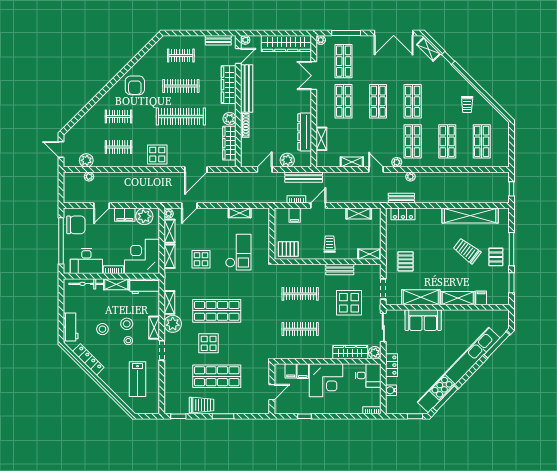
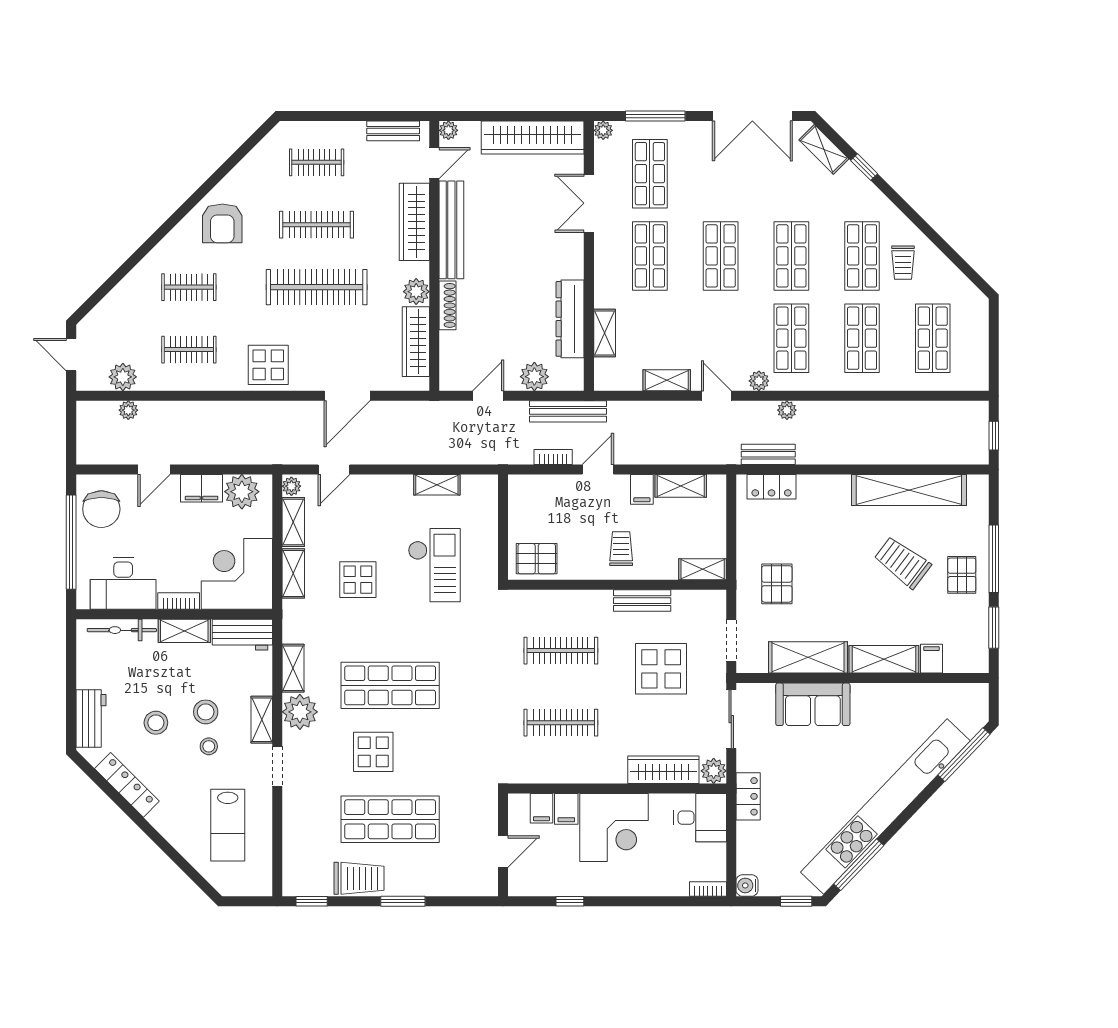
shop shelf: (447, 101) -> (862, 256), added
filing cabinet: (295, 215) -> (642, 489), moved
chair: (76, 225) -> (101, 509), turned 90
water cooler: (391, 390) -> (747, 885), moved

